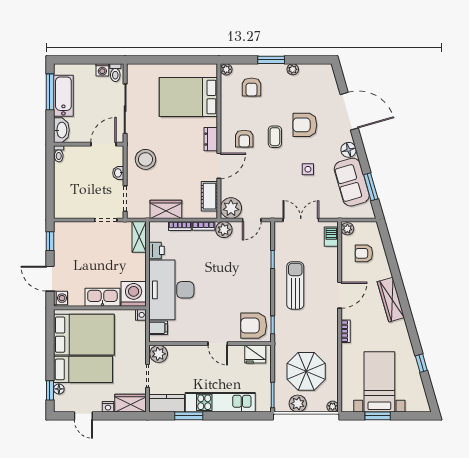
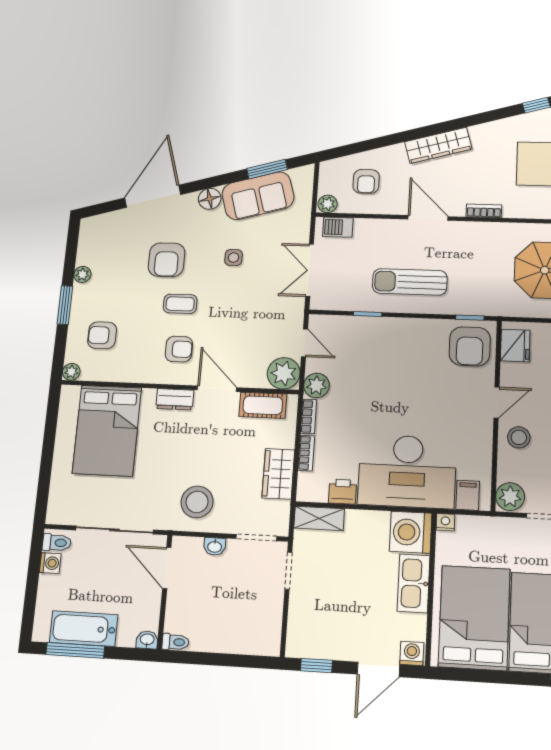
armchair: (252, 87) -> (102, 335), turned 180
washbasin: (61, 130) -> (147, 640), width x0.52, depth x0.69
stool: (196, 358) -> (519, 437), added

